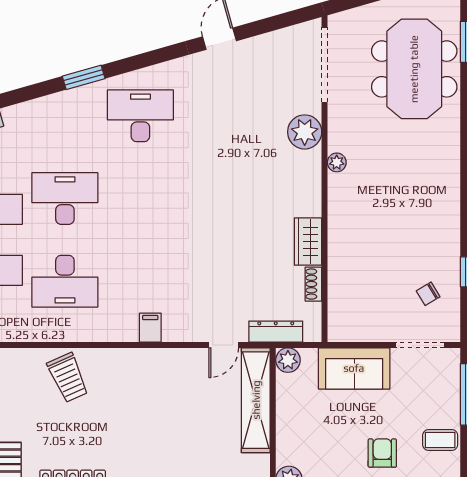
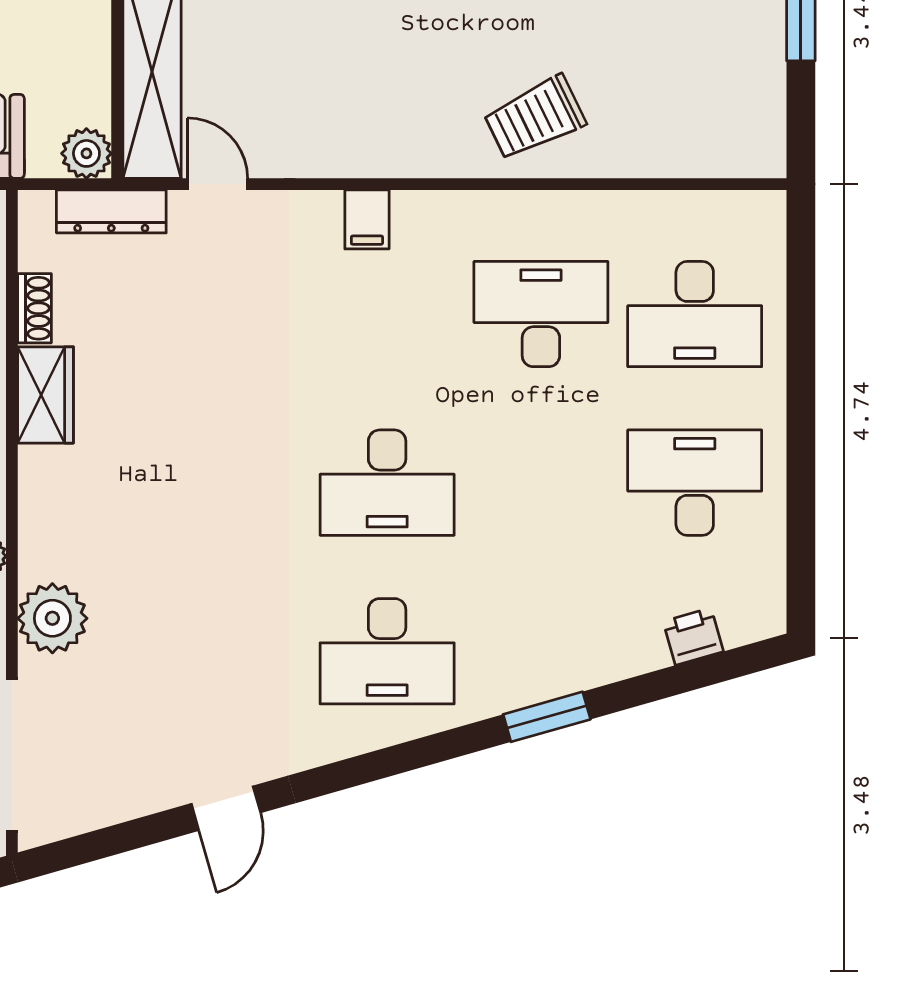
window: (84, 77) -> (547, 717), moved
desk: (65, 198) -> (387, 483), moved
door: (224, 345) -> (217, 184), hinge flipped
trolley: (68, 378) -> (535, 118), turned -92

